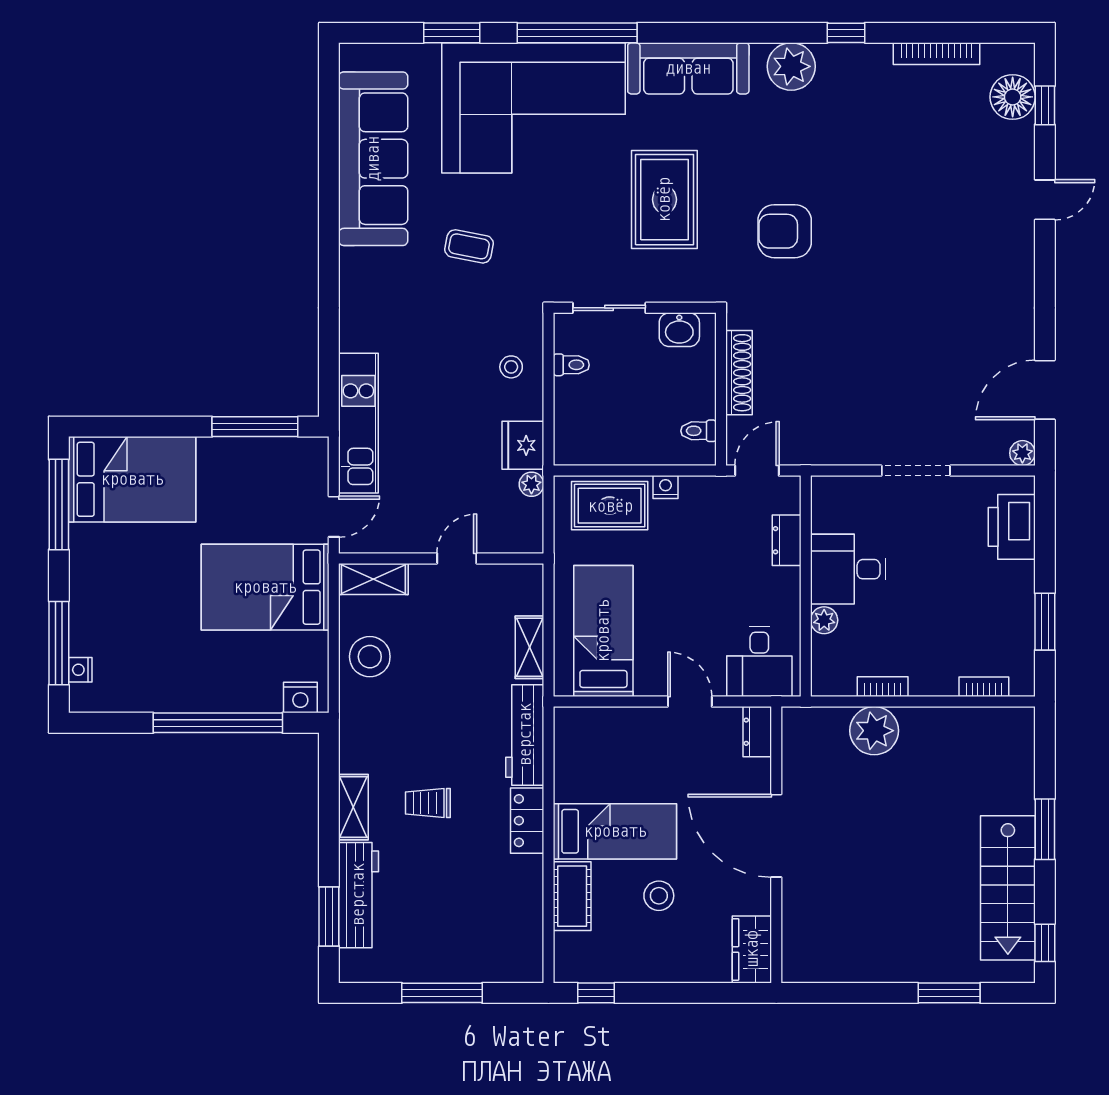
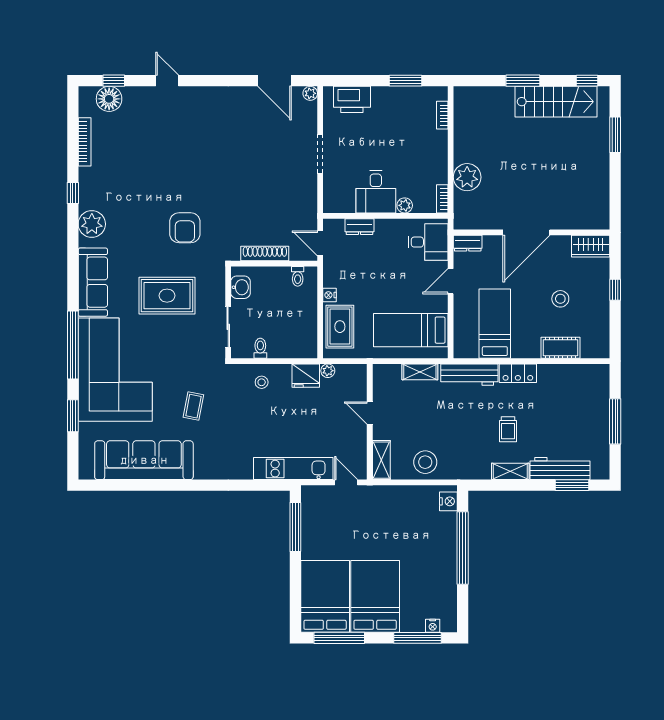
bed: (265, 587) -> (375, 596), moved, turned 180
bookcase: (883, 687) -> (442, 199), moved
bed: (615, 831) -> (495, 324), moved
window: (596, 993) -> (615, 290), moved

